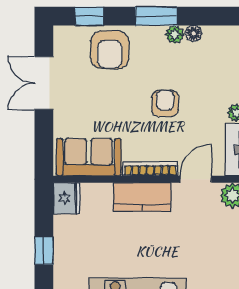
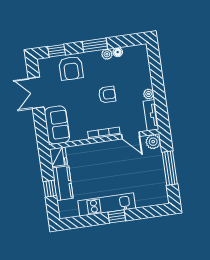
armchair: (165, 103) -> (107, 94), turned 90
sofa: (89, 157) -> (57, 125), moved, turned 90
door: (196, 179) -> (131, 135), swing flipped
kitchen counter: (142, 197) -> (63, 183), moved, turned -90

